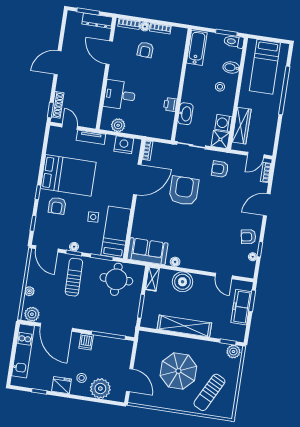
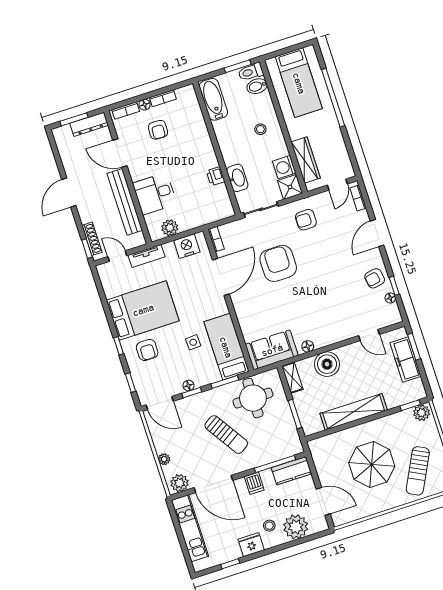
bidet: (231, 67) -> (257, 86), moved
bench: (95, 90) -> (125, 202), added
sun lounger: (74, 277) -> (226, 435), moved, turned 148
kitchen counter: (118, 346) -> (292, 471), added

